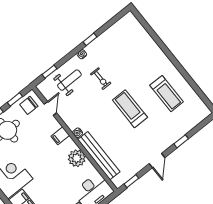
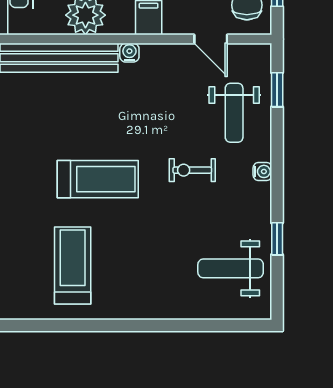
weight bench: (124, 38) -> (231, 268), added
window: (90, 39) -> (277, 239), moved
treadmill: (167, 94) -> (73, 265), turned 90

